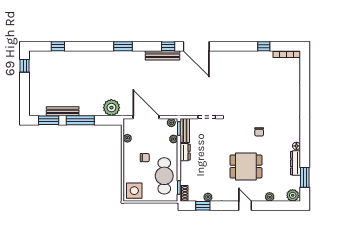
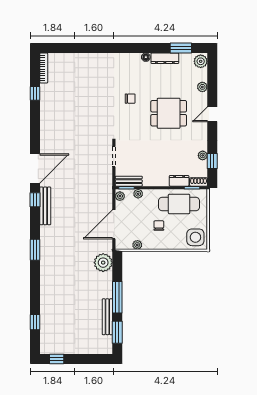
dresser: (185, 152) -> (179, 181), moved
dining table: (246, 166) -> (169, 113), turned 90

